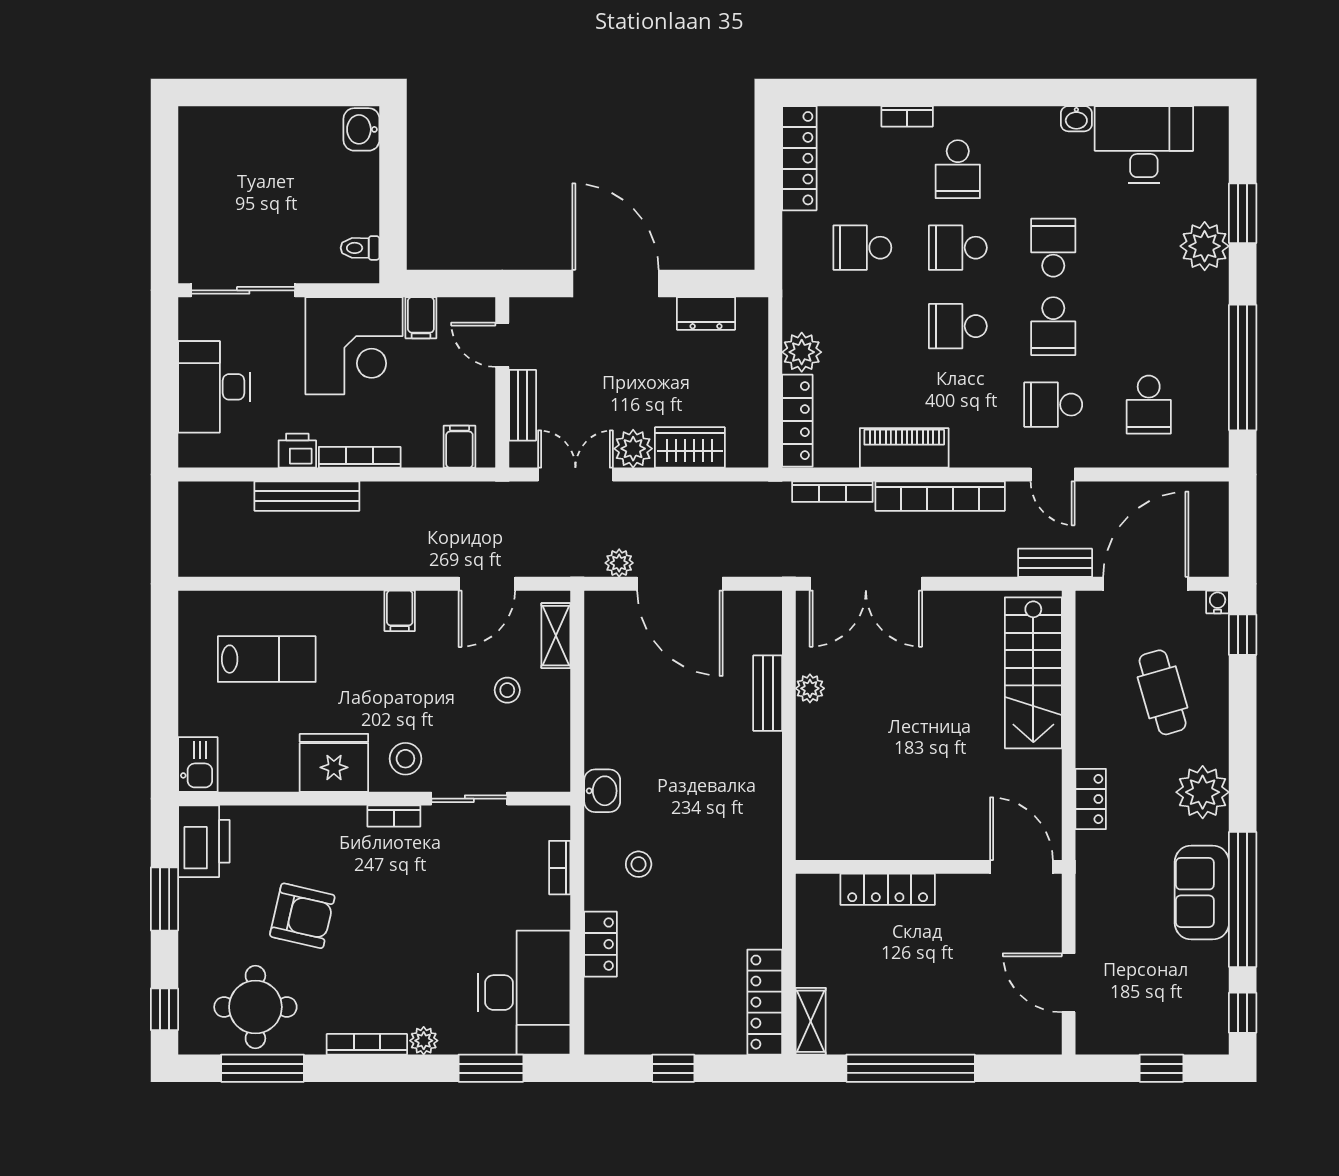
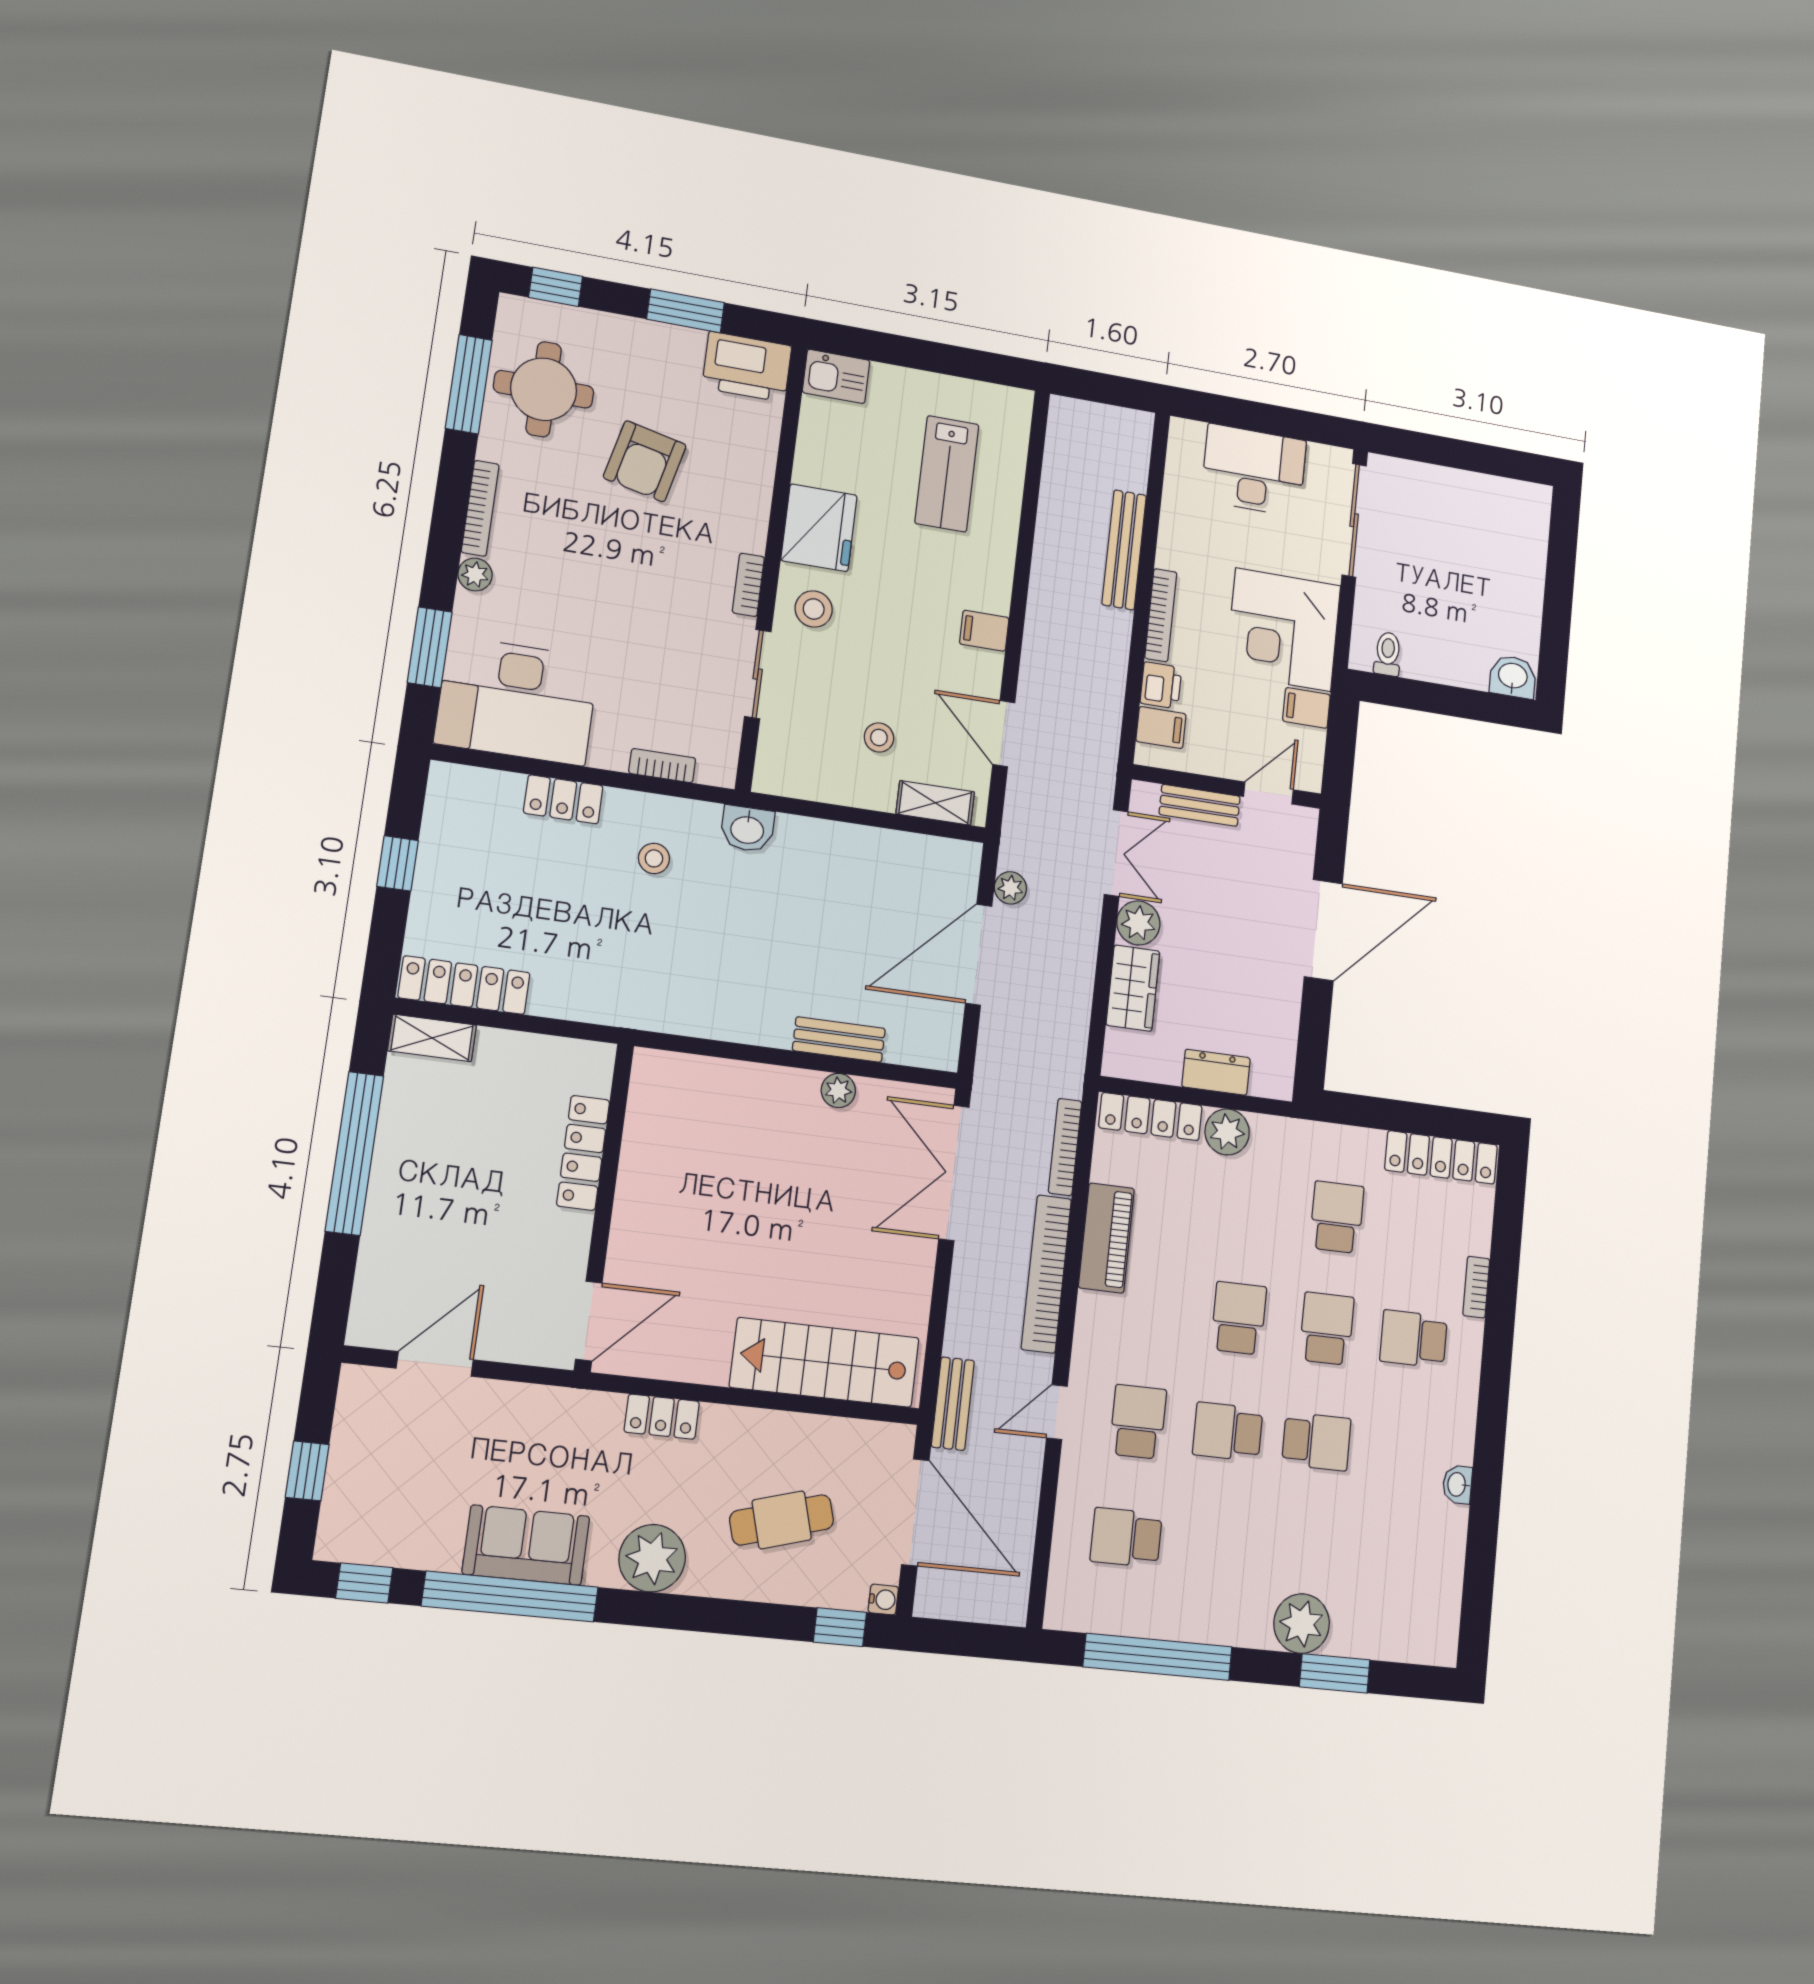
desk: (1144, 145) -> (1422, 1562), removed
dresser: (706, 313) -> (1216, 1072), moved, turned 90
printer: (297, 451) -> (1161, 685), moved

